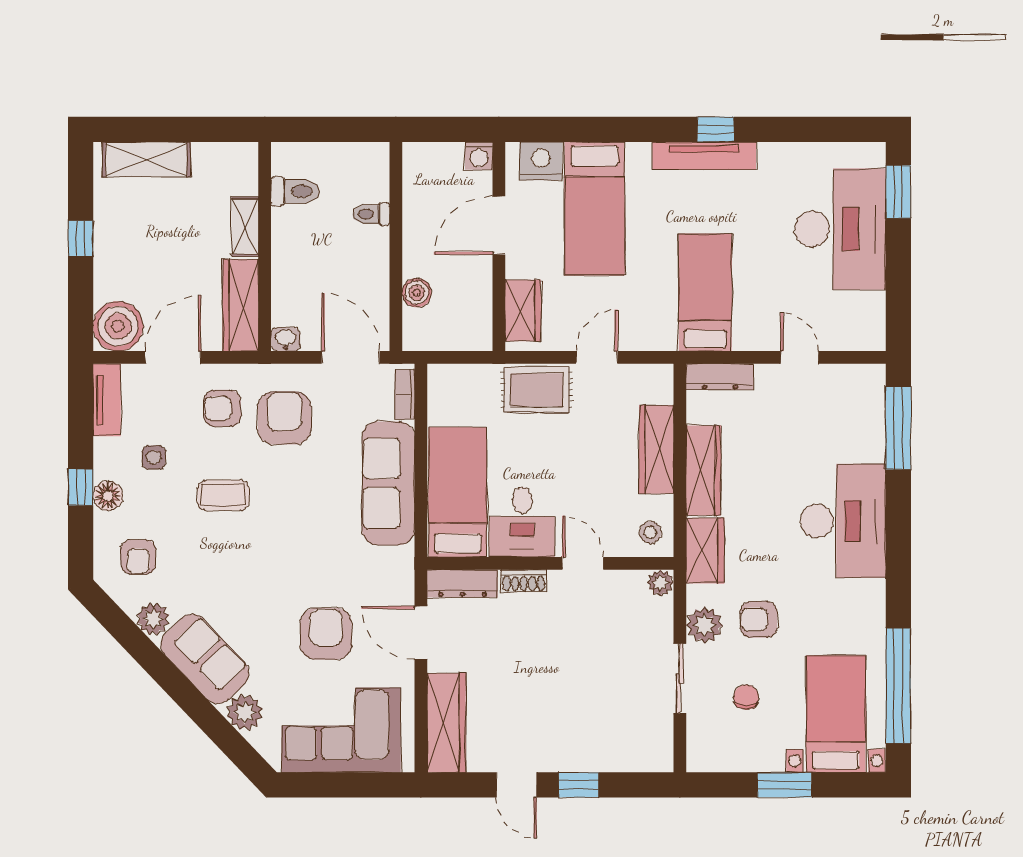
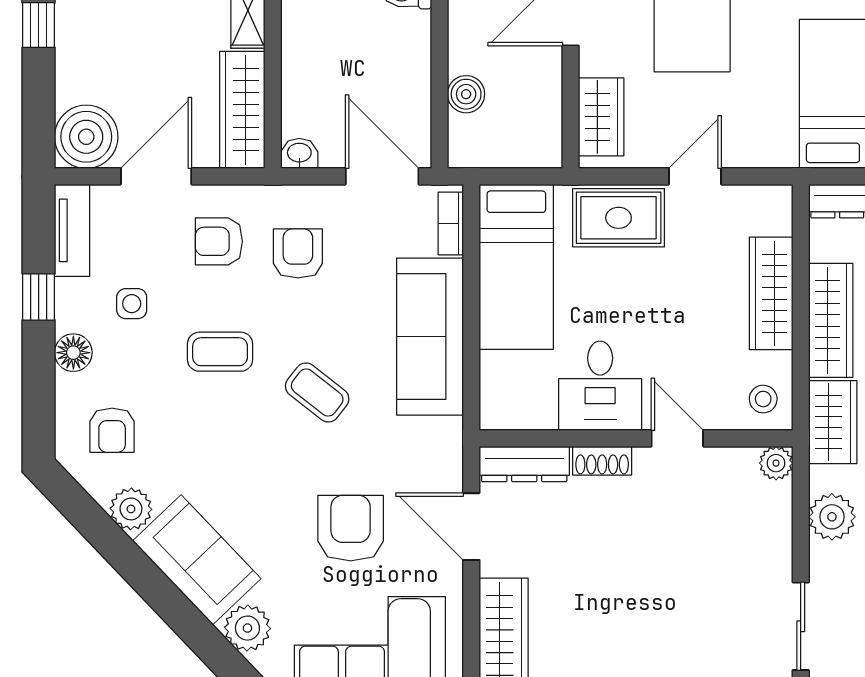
armchair: (284, 418) -> (298, 253), width x0.72, depth x0.72
window: (81, 487) -> (39, 297), moved
bed: (458, 492) -> (516, 267), moved, turned 180
coffee table: (300, 527) -> (317, 392), added
sliding door: (680, 678) -> (801, 626), moved

